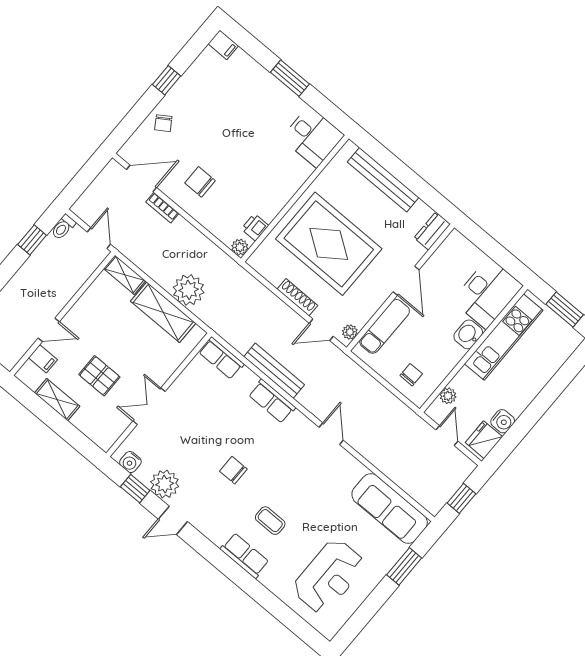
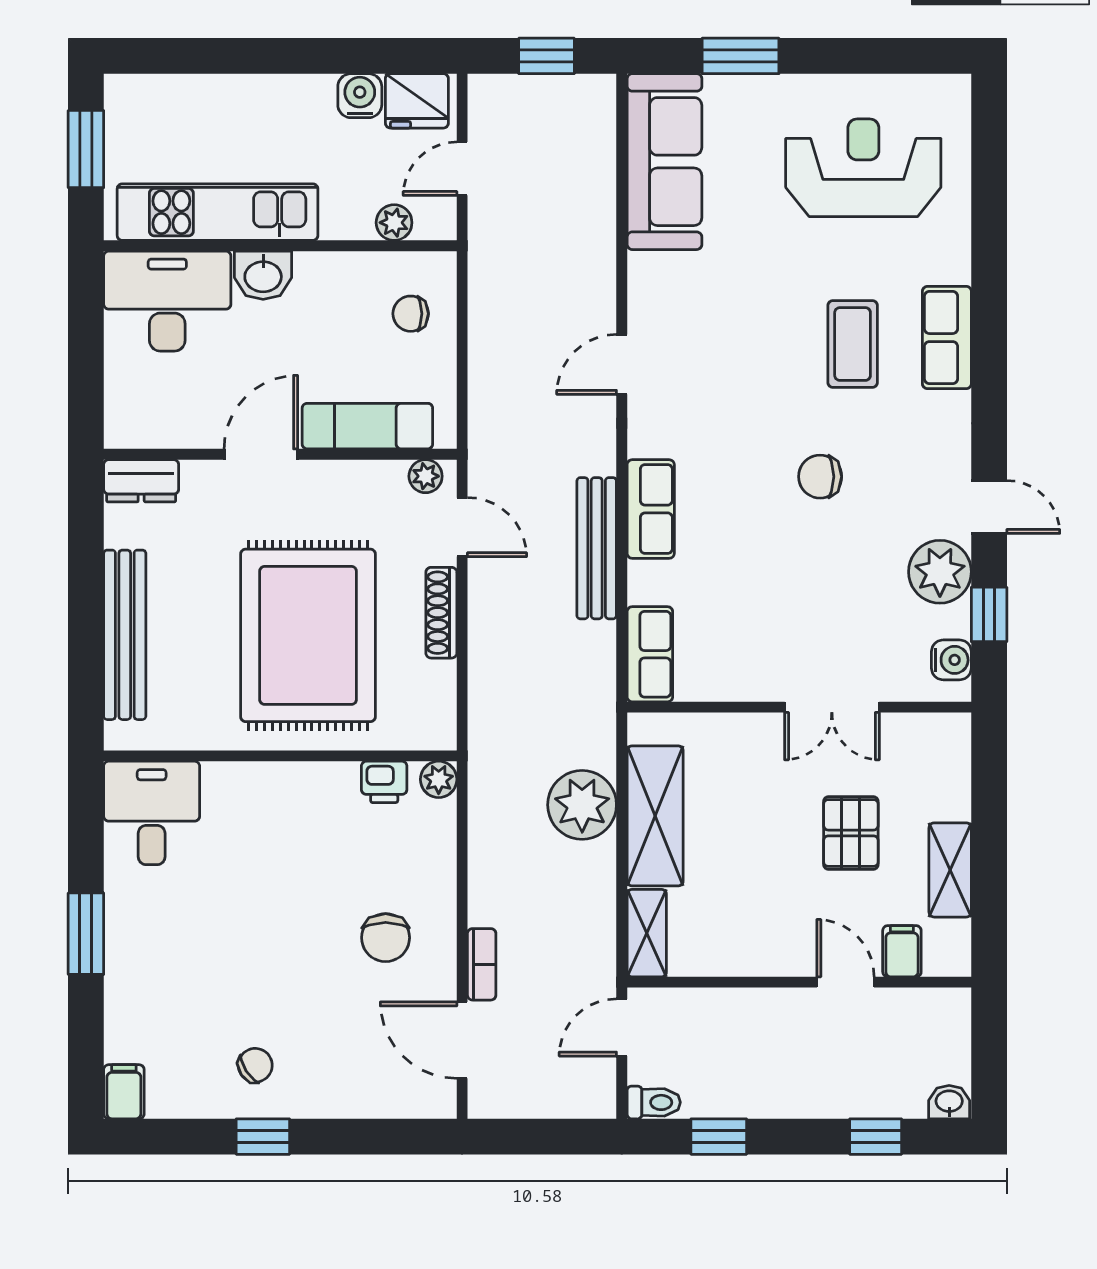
chair: (163, 123) -> (255, 1065), moved
chair: (233, 470) -> (820, 477), turned 90
coffee table: (270, 521) -> (853, 344), width x1.36, depth x1.30

